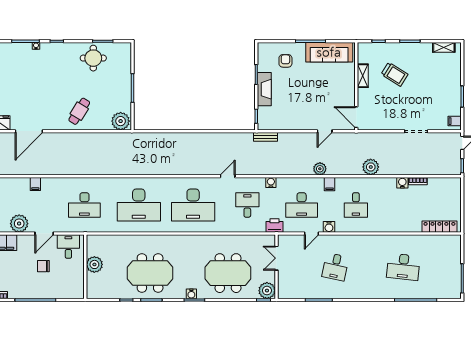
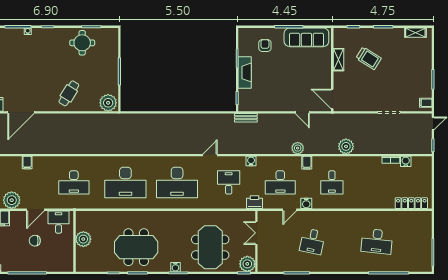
door: (325, 131) -> (302, 112), hinge flipped
water cooler: (402, 183) -> (406, 161), moved
meeting table: (228, 273) -> (210, 247), turned 90

